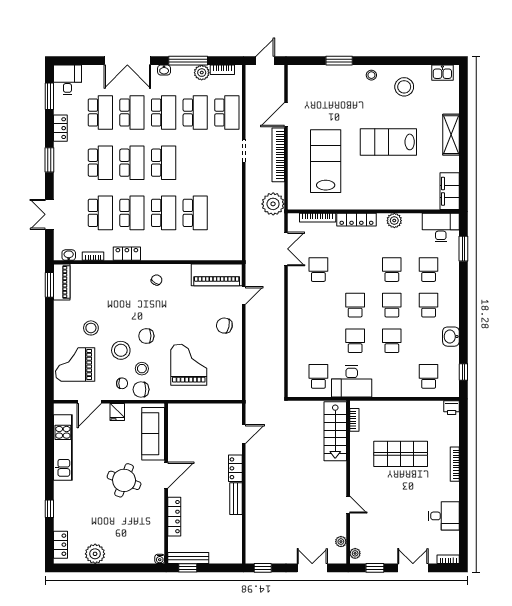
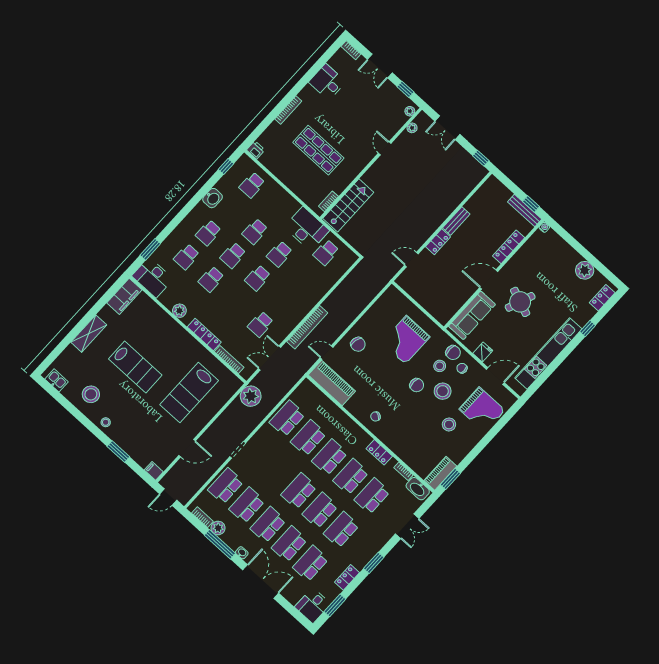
filing cabinet: (296, 71) -> (154, 471), added
bookcase: (278, 155) -> (307, 327), moved
school desk: (227, 213) -> (287, 418), added
washbasin: (69, 255) -> (418, 489), width x1.91, depth x1.45
kitchen unit: (63, 447) -> (548, 353), width x1.36

